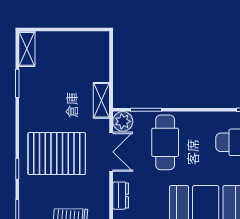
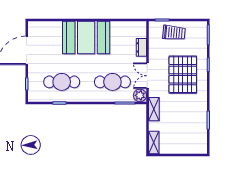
shelving: (27, 49) -> (154, 142), moved
cafe table: (165, 142) -> (112, 82), turned 90
pallet: (57, 154) -> (183, 75), turned 90

